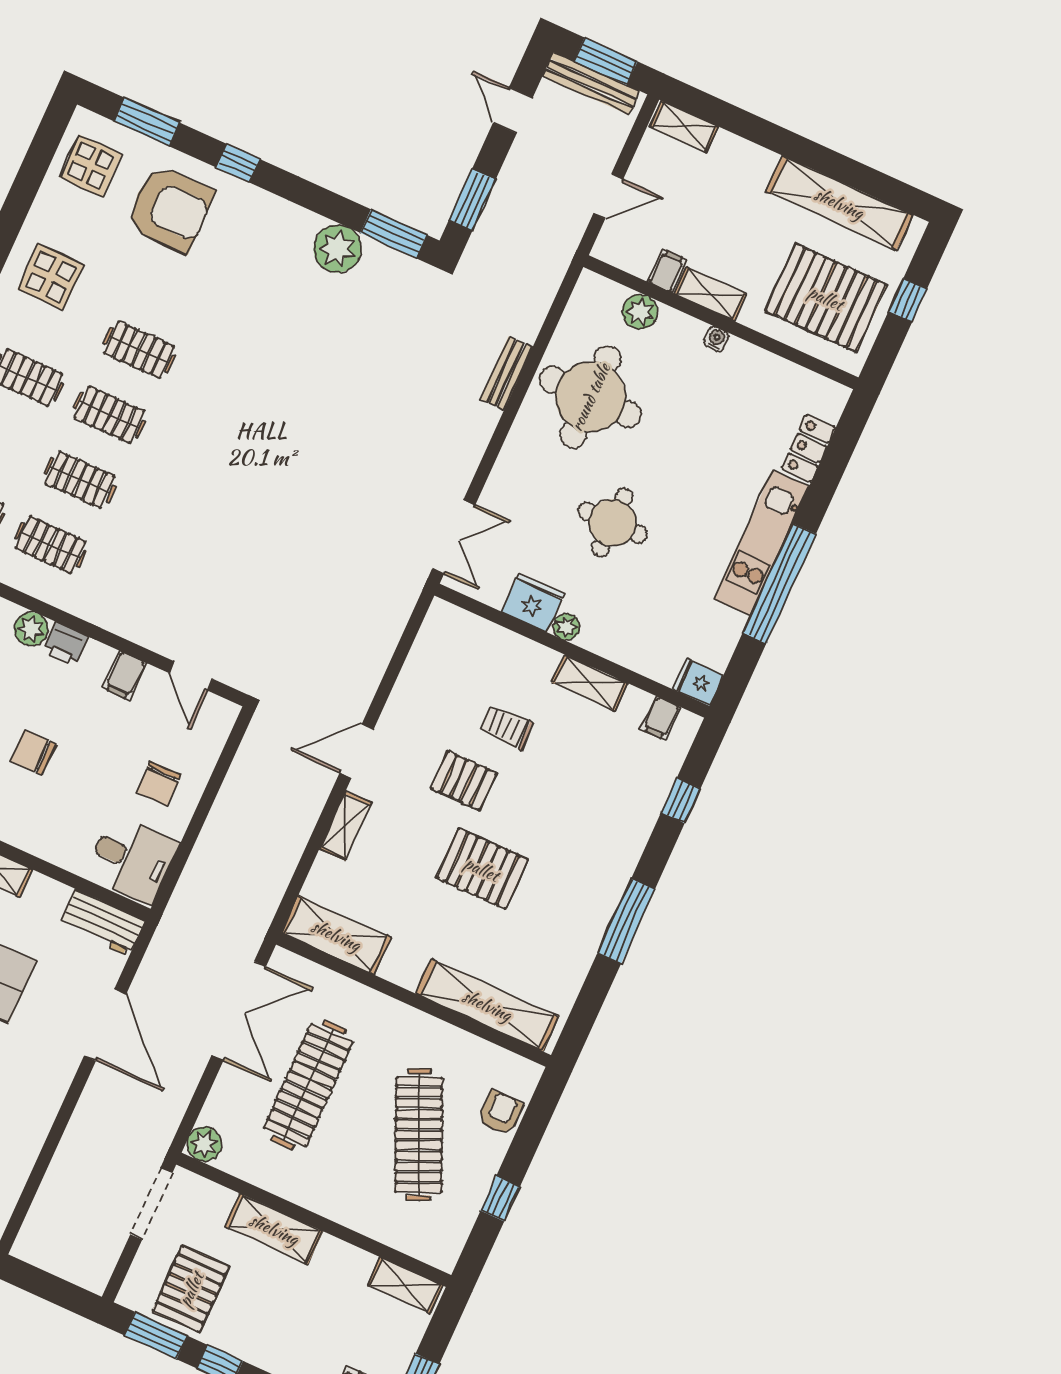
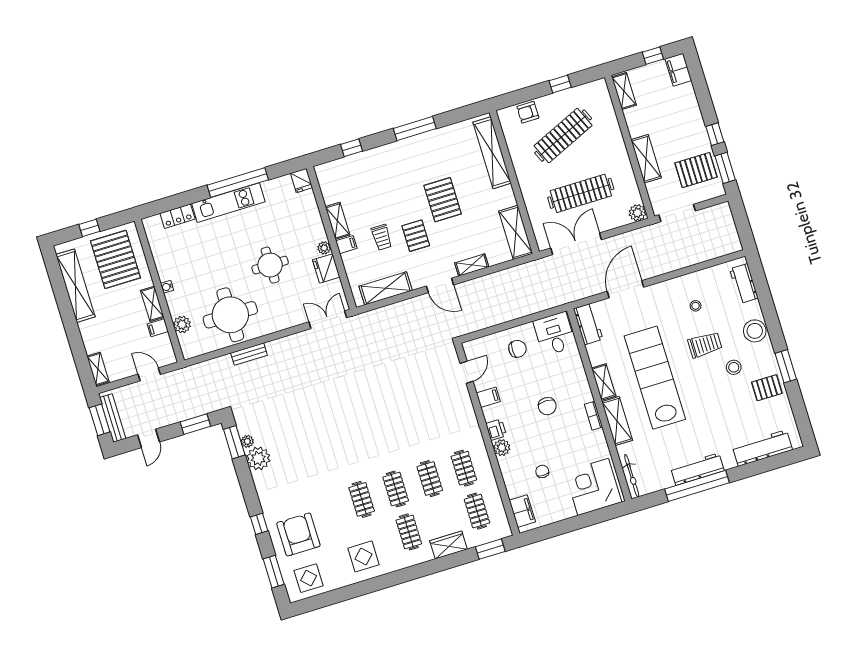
plant: (378, 255) -> (247, 441), added
shelving: (424, 665) -> (386, 288), added
filing cabinet: (661, 718) -> (346, 245), moved

